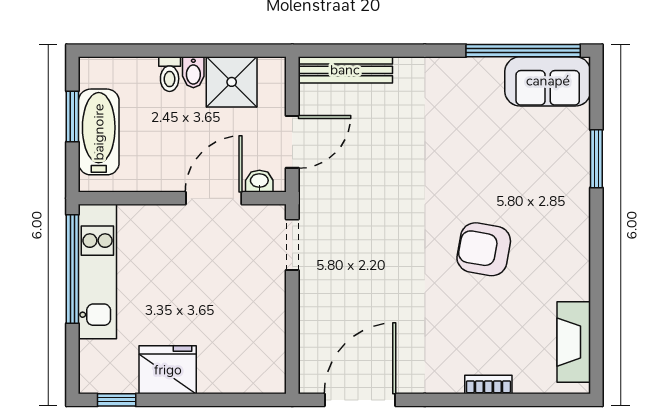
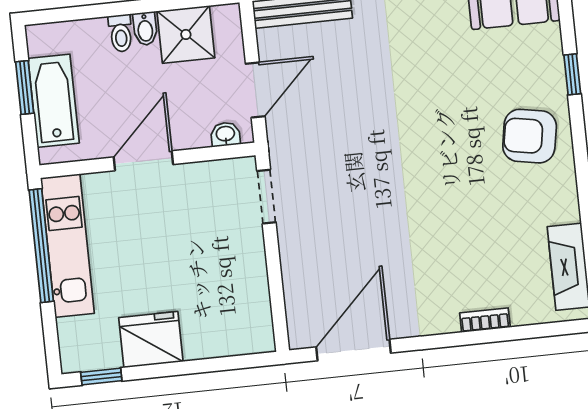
window: (596, 159) -> (572, 74), width x0.67
door: (214, 198) -> (143, 161), moved
armchair: (484, 249) -> (530, 136), moved

